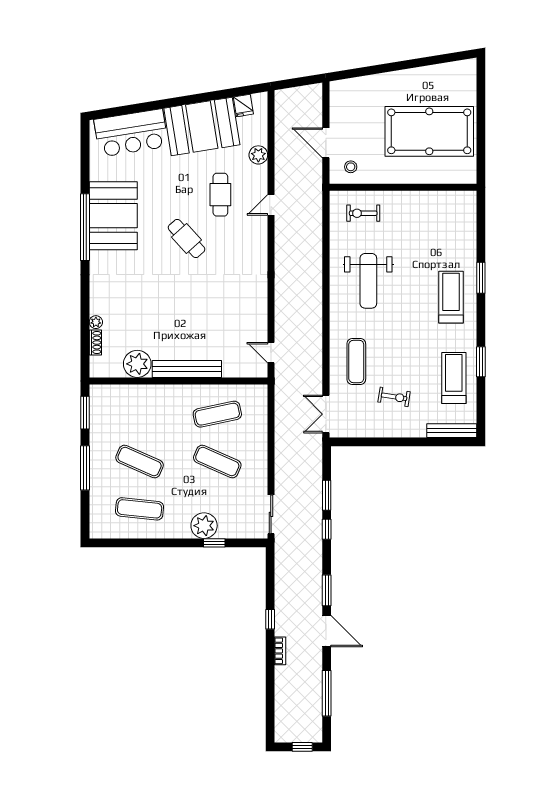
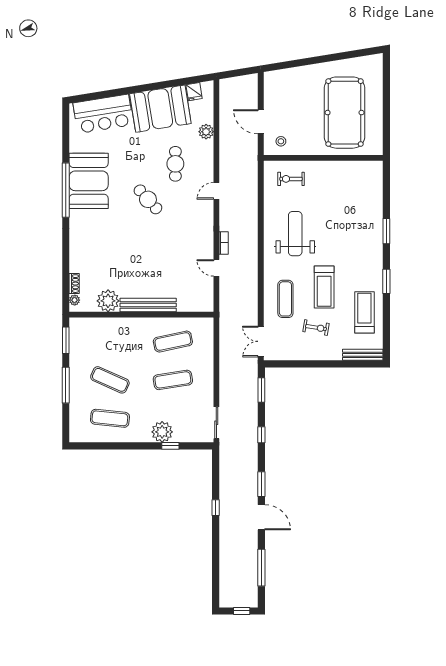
pool table: (429, 131) -> (345, 113), turned 90
door: (271, 205) -> (216, 191), moved
weight bench: (368, 281) -> (295, 234), turned 180
treadmill: (451, 297) -> (324, 287), moved, turned 180
plant: (96, 322) -> (75, 300), moved
door: (271, 353) -> (216, 268), moved
window: (481, 362) -> (386, 281), moved
exercise mat: (217, 462) -> (173, 380), turned -33
window: (327, 495) -> (261, 390), moved
bookcase: (280, 651) -> (224, 243), moved

